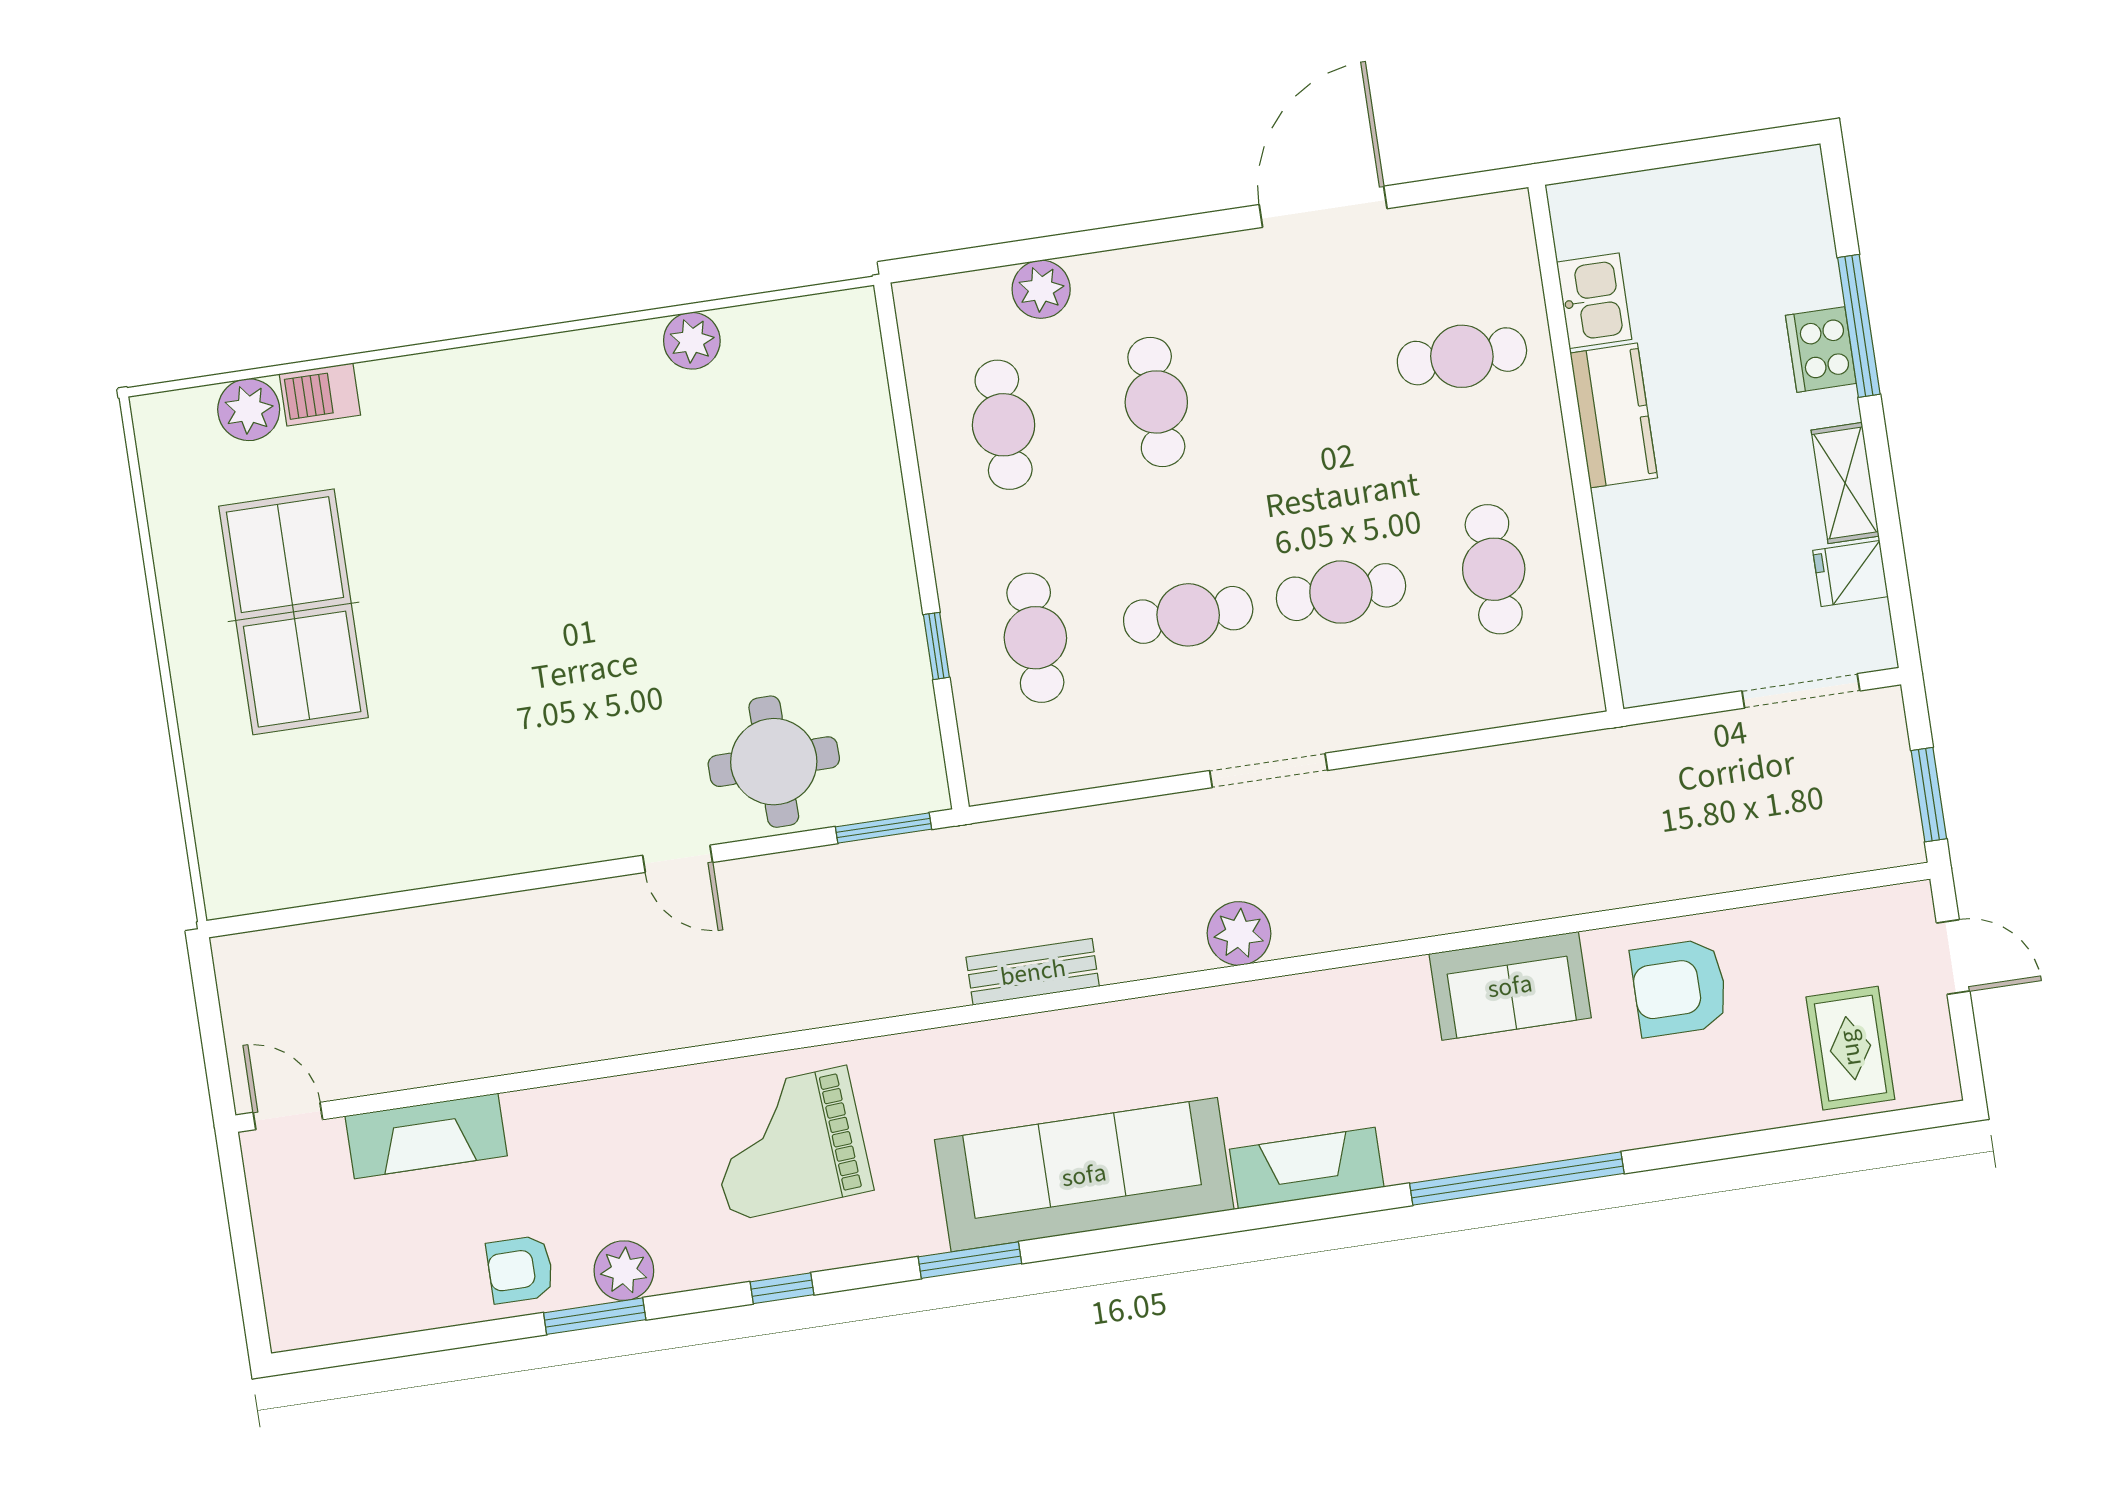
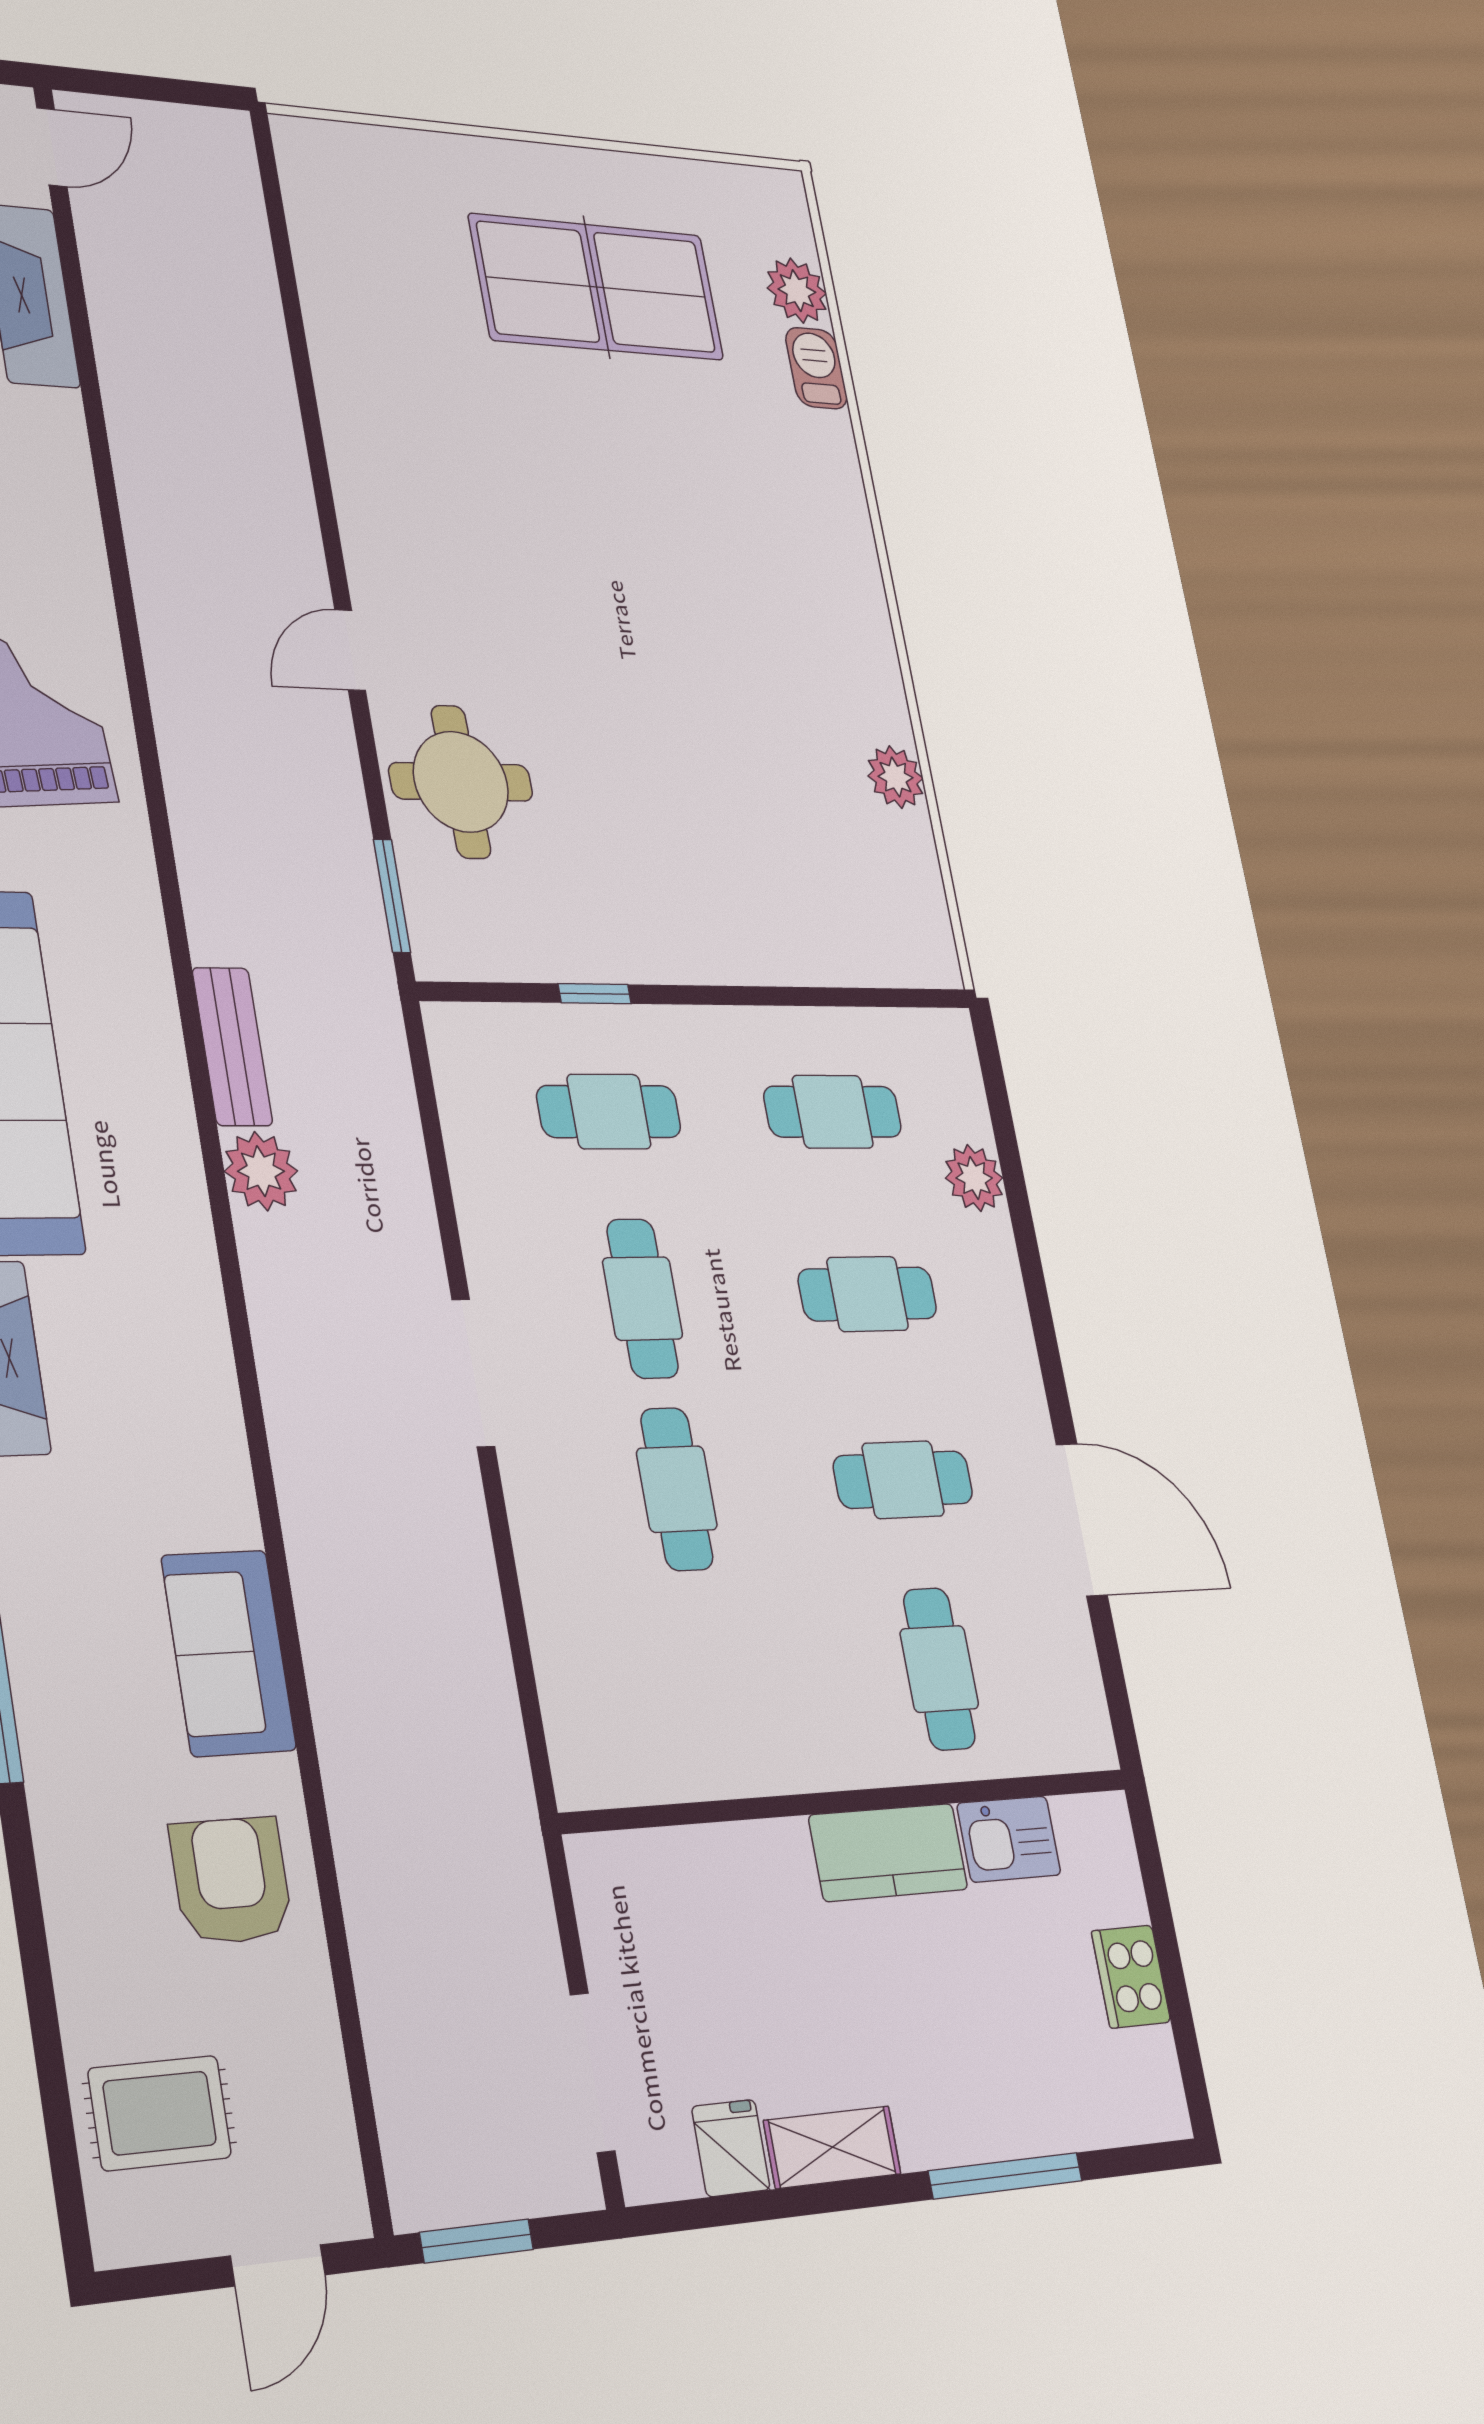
cooker: (1821, 349) -> (1131, 1977), moved, turned -90
cafe table: (1494, 569) -> (903, 1480), moved
plant: (1239, 933) -> (261, 1171), moved

